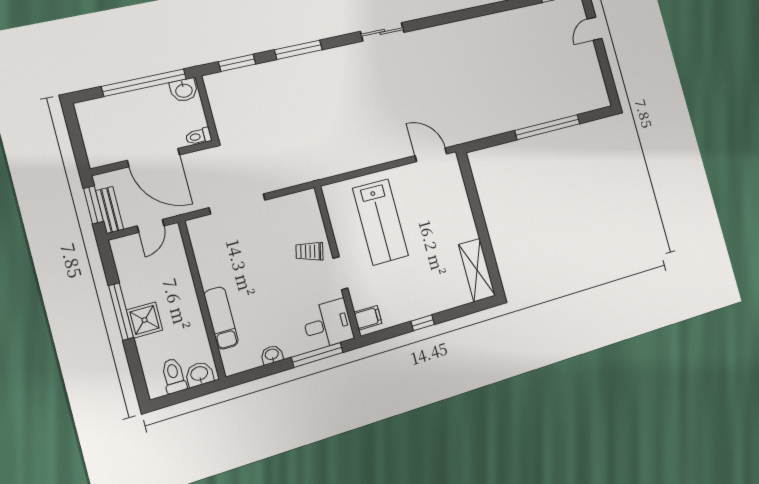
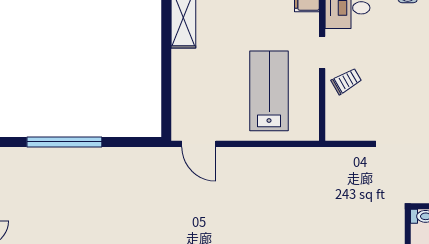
trolley: (310, 251) -> (346, 81), turned -44

